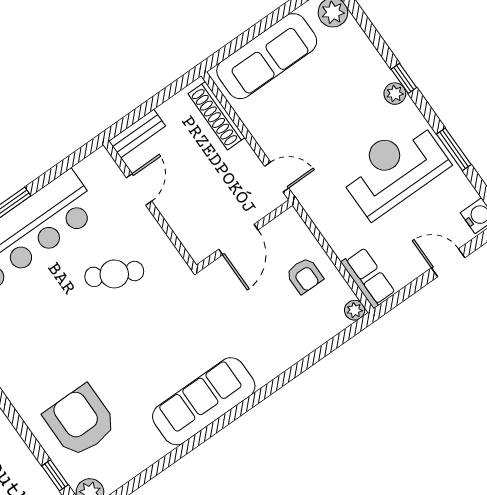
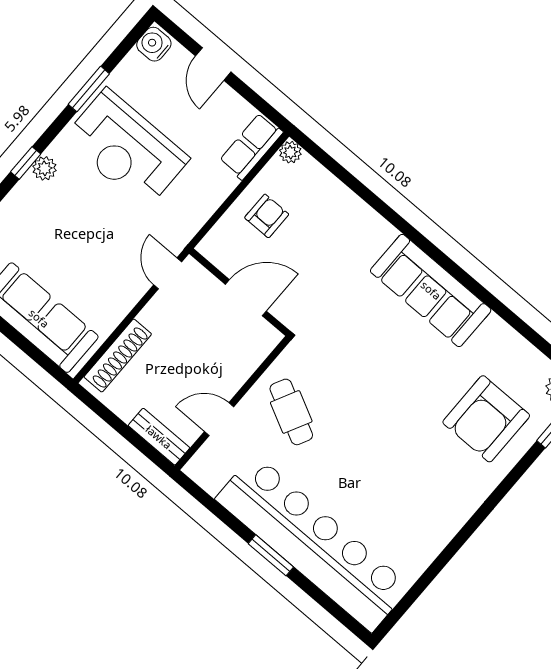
cafe table: (114, 274) -> (291, 412), moved

